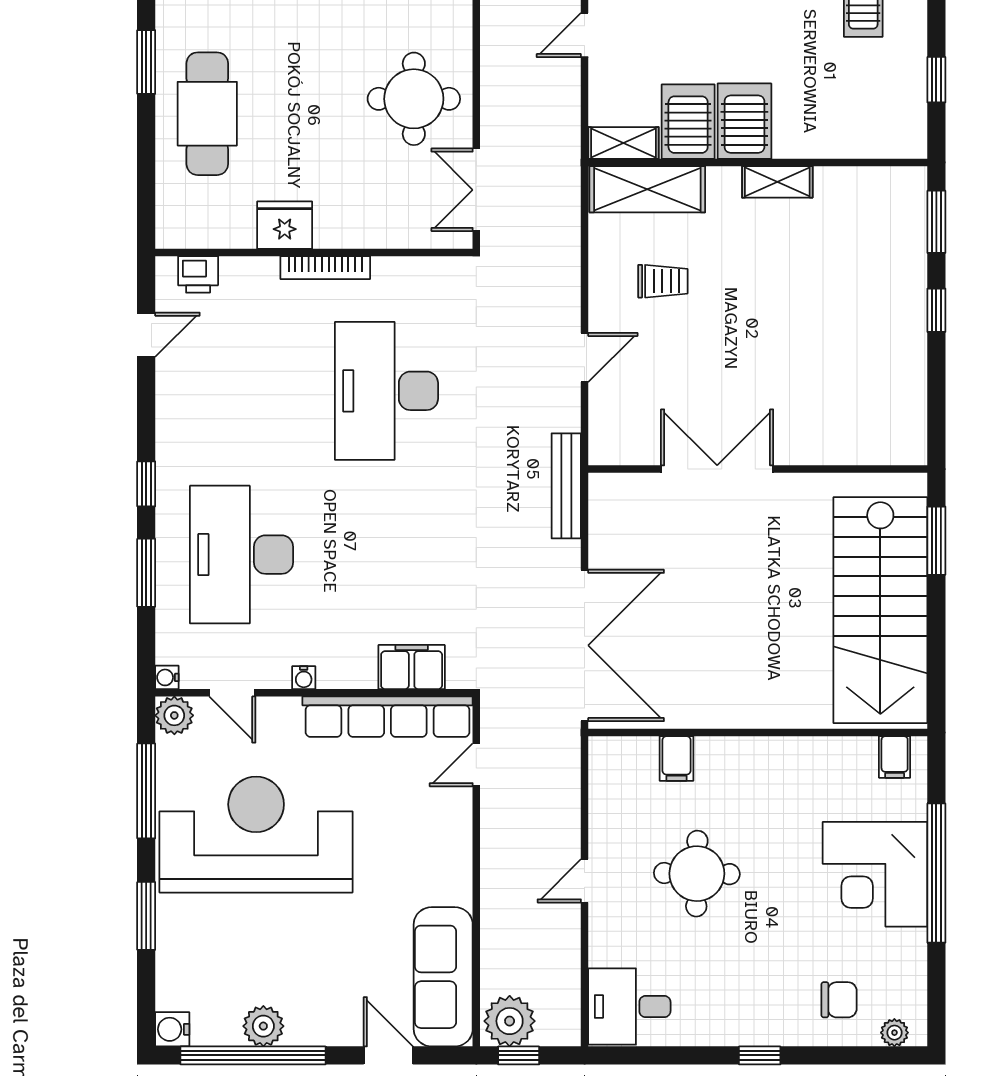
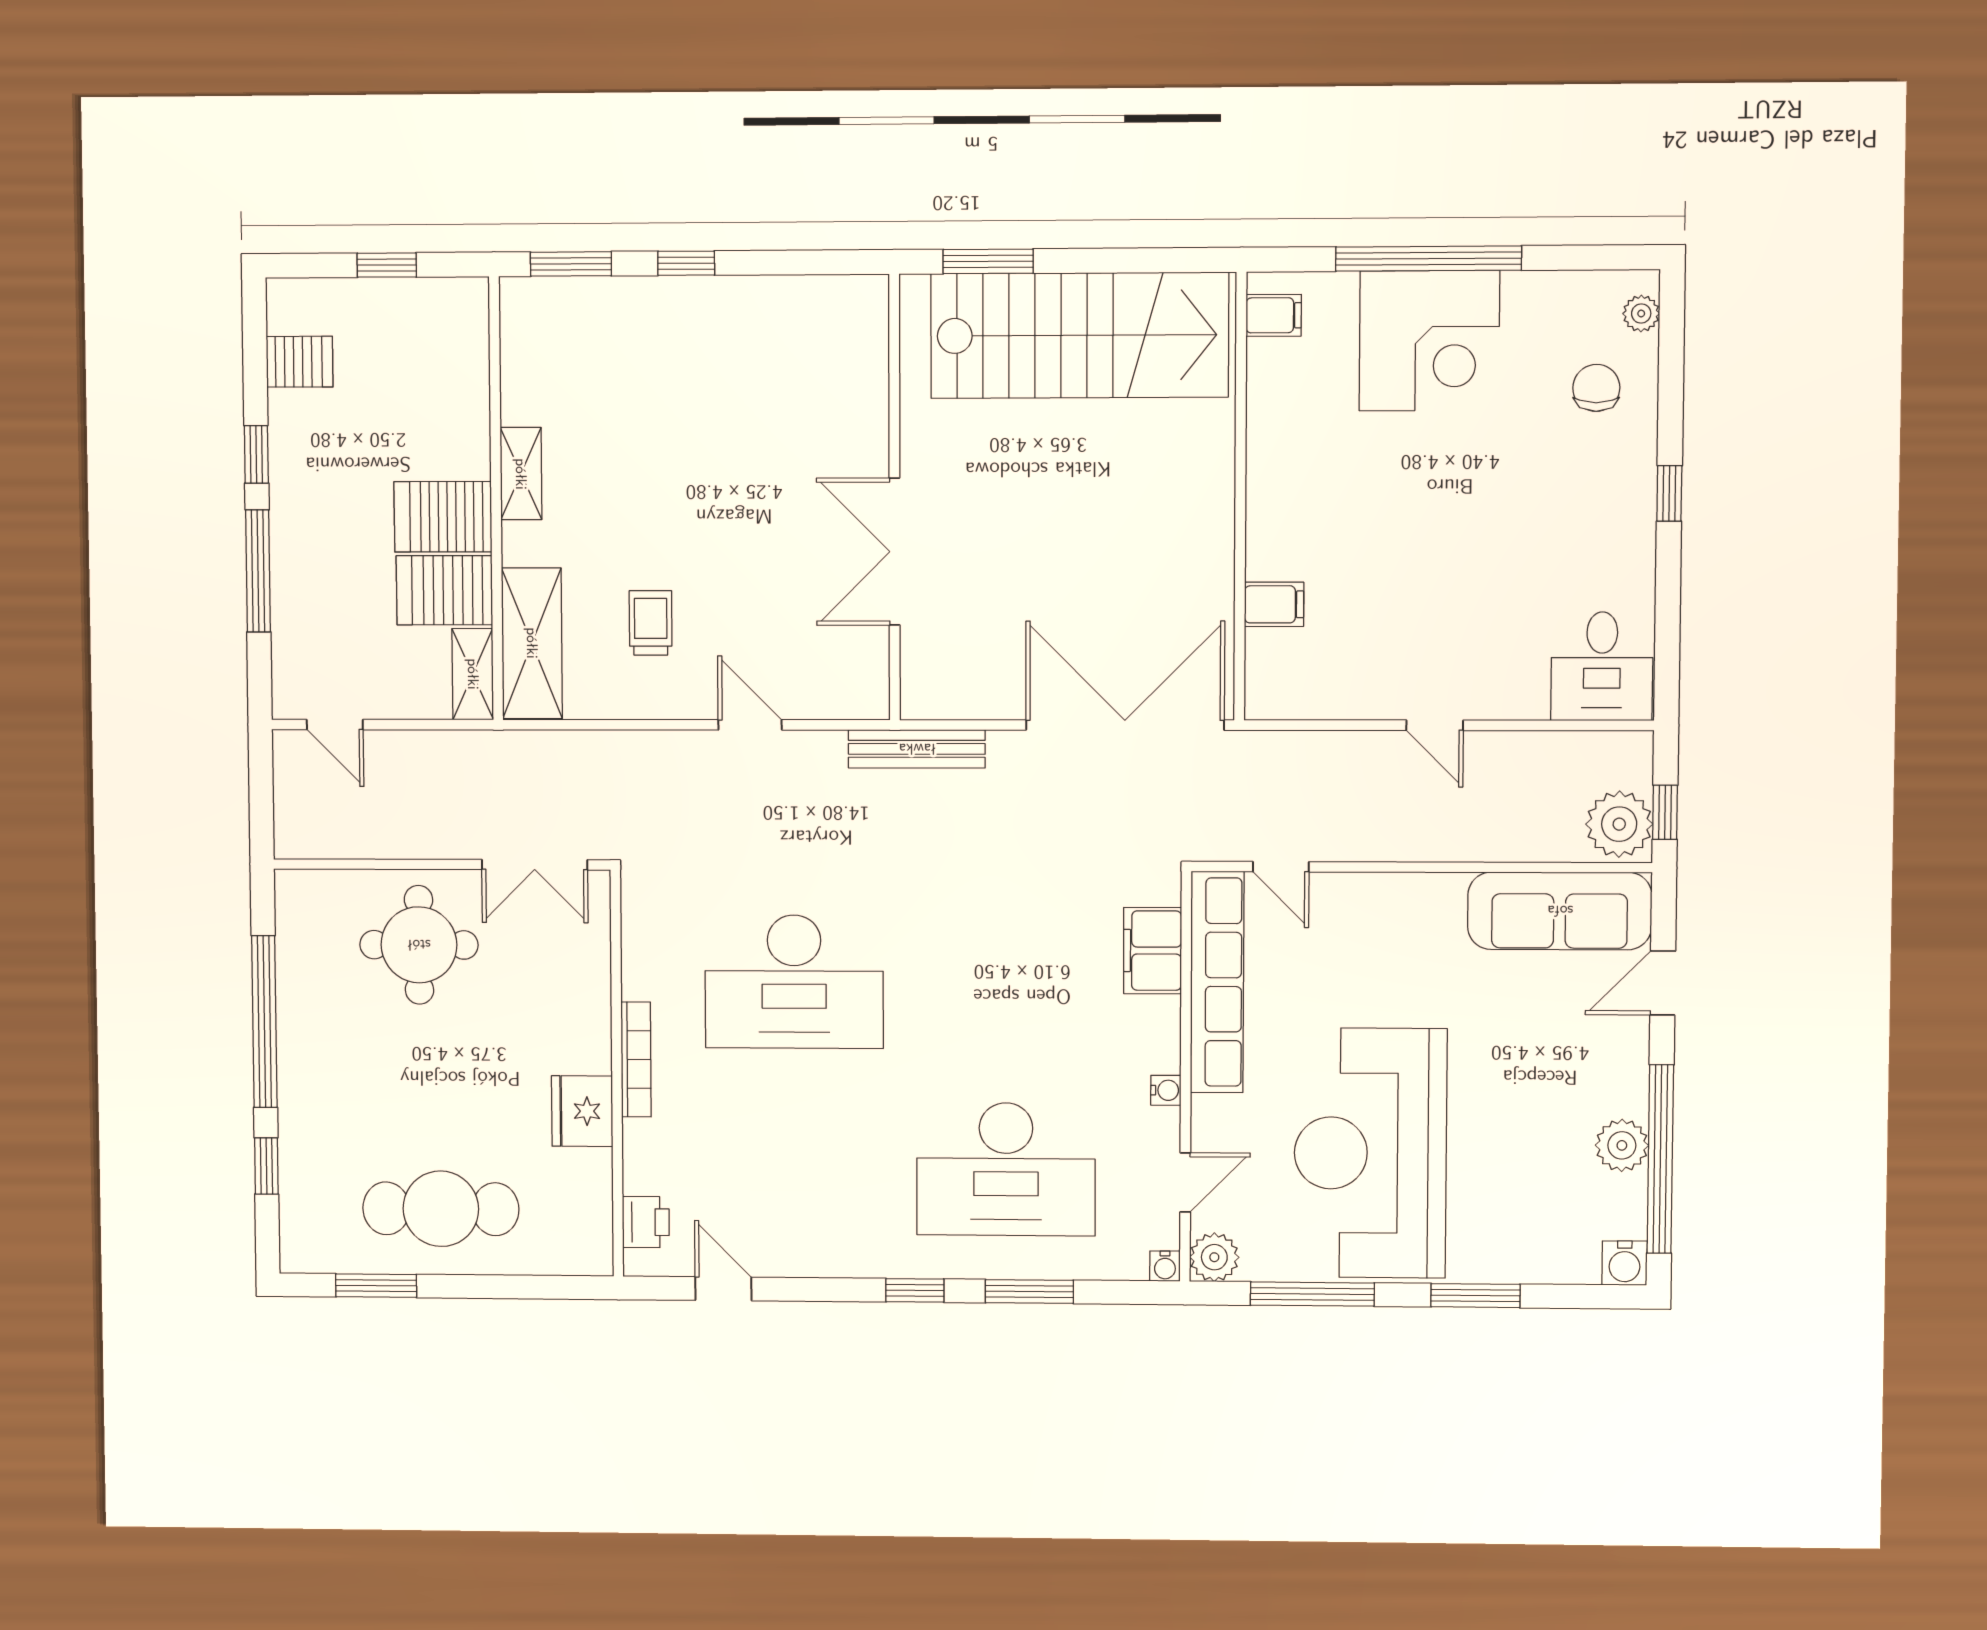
round table: (697, 874) -> (1426, 577), removed

